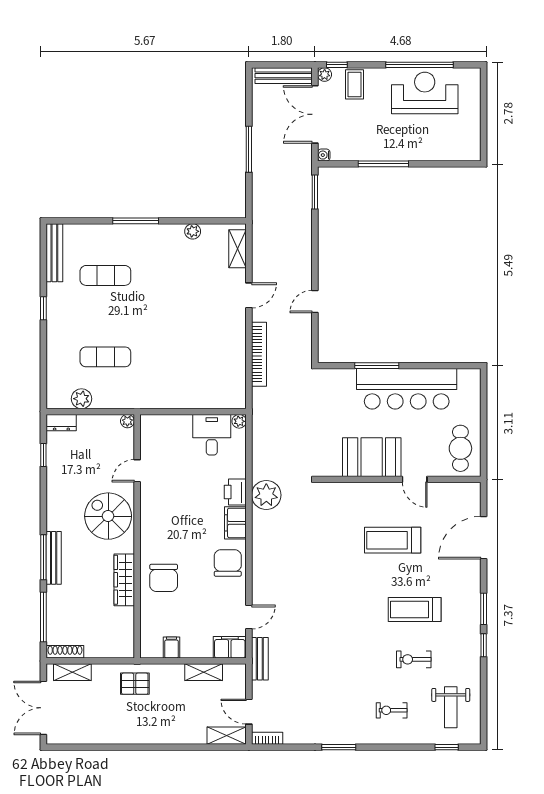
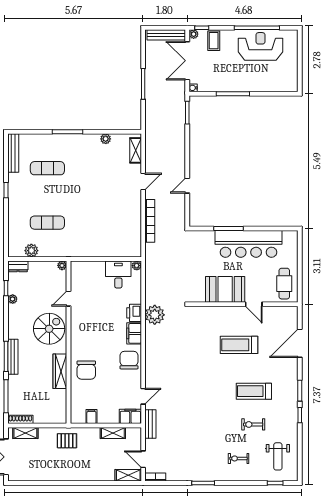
plant: (53, 472) -> (13, 299), added
spiral stairs: (108, 516) -> (49, 329), turned 90

